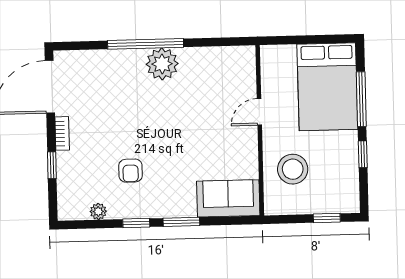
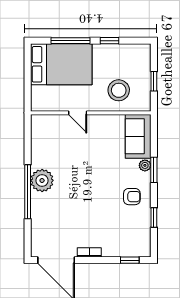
window: (52, 165) -> (130, 260), moved
armchair: (131, 171) -> (132, 197), moved
plant: (98, 211) -> (145, 165), moved
window: (327, 218) -> (154, 81), moved
window: (136, 223) -> (154, 217), moved

